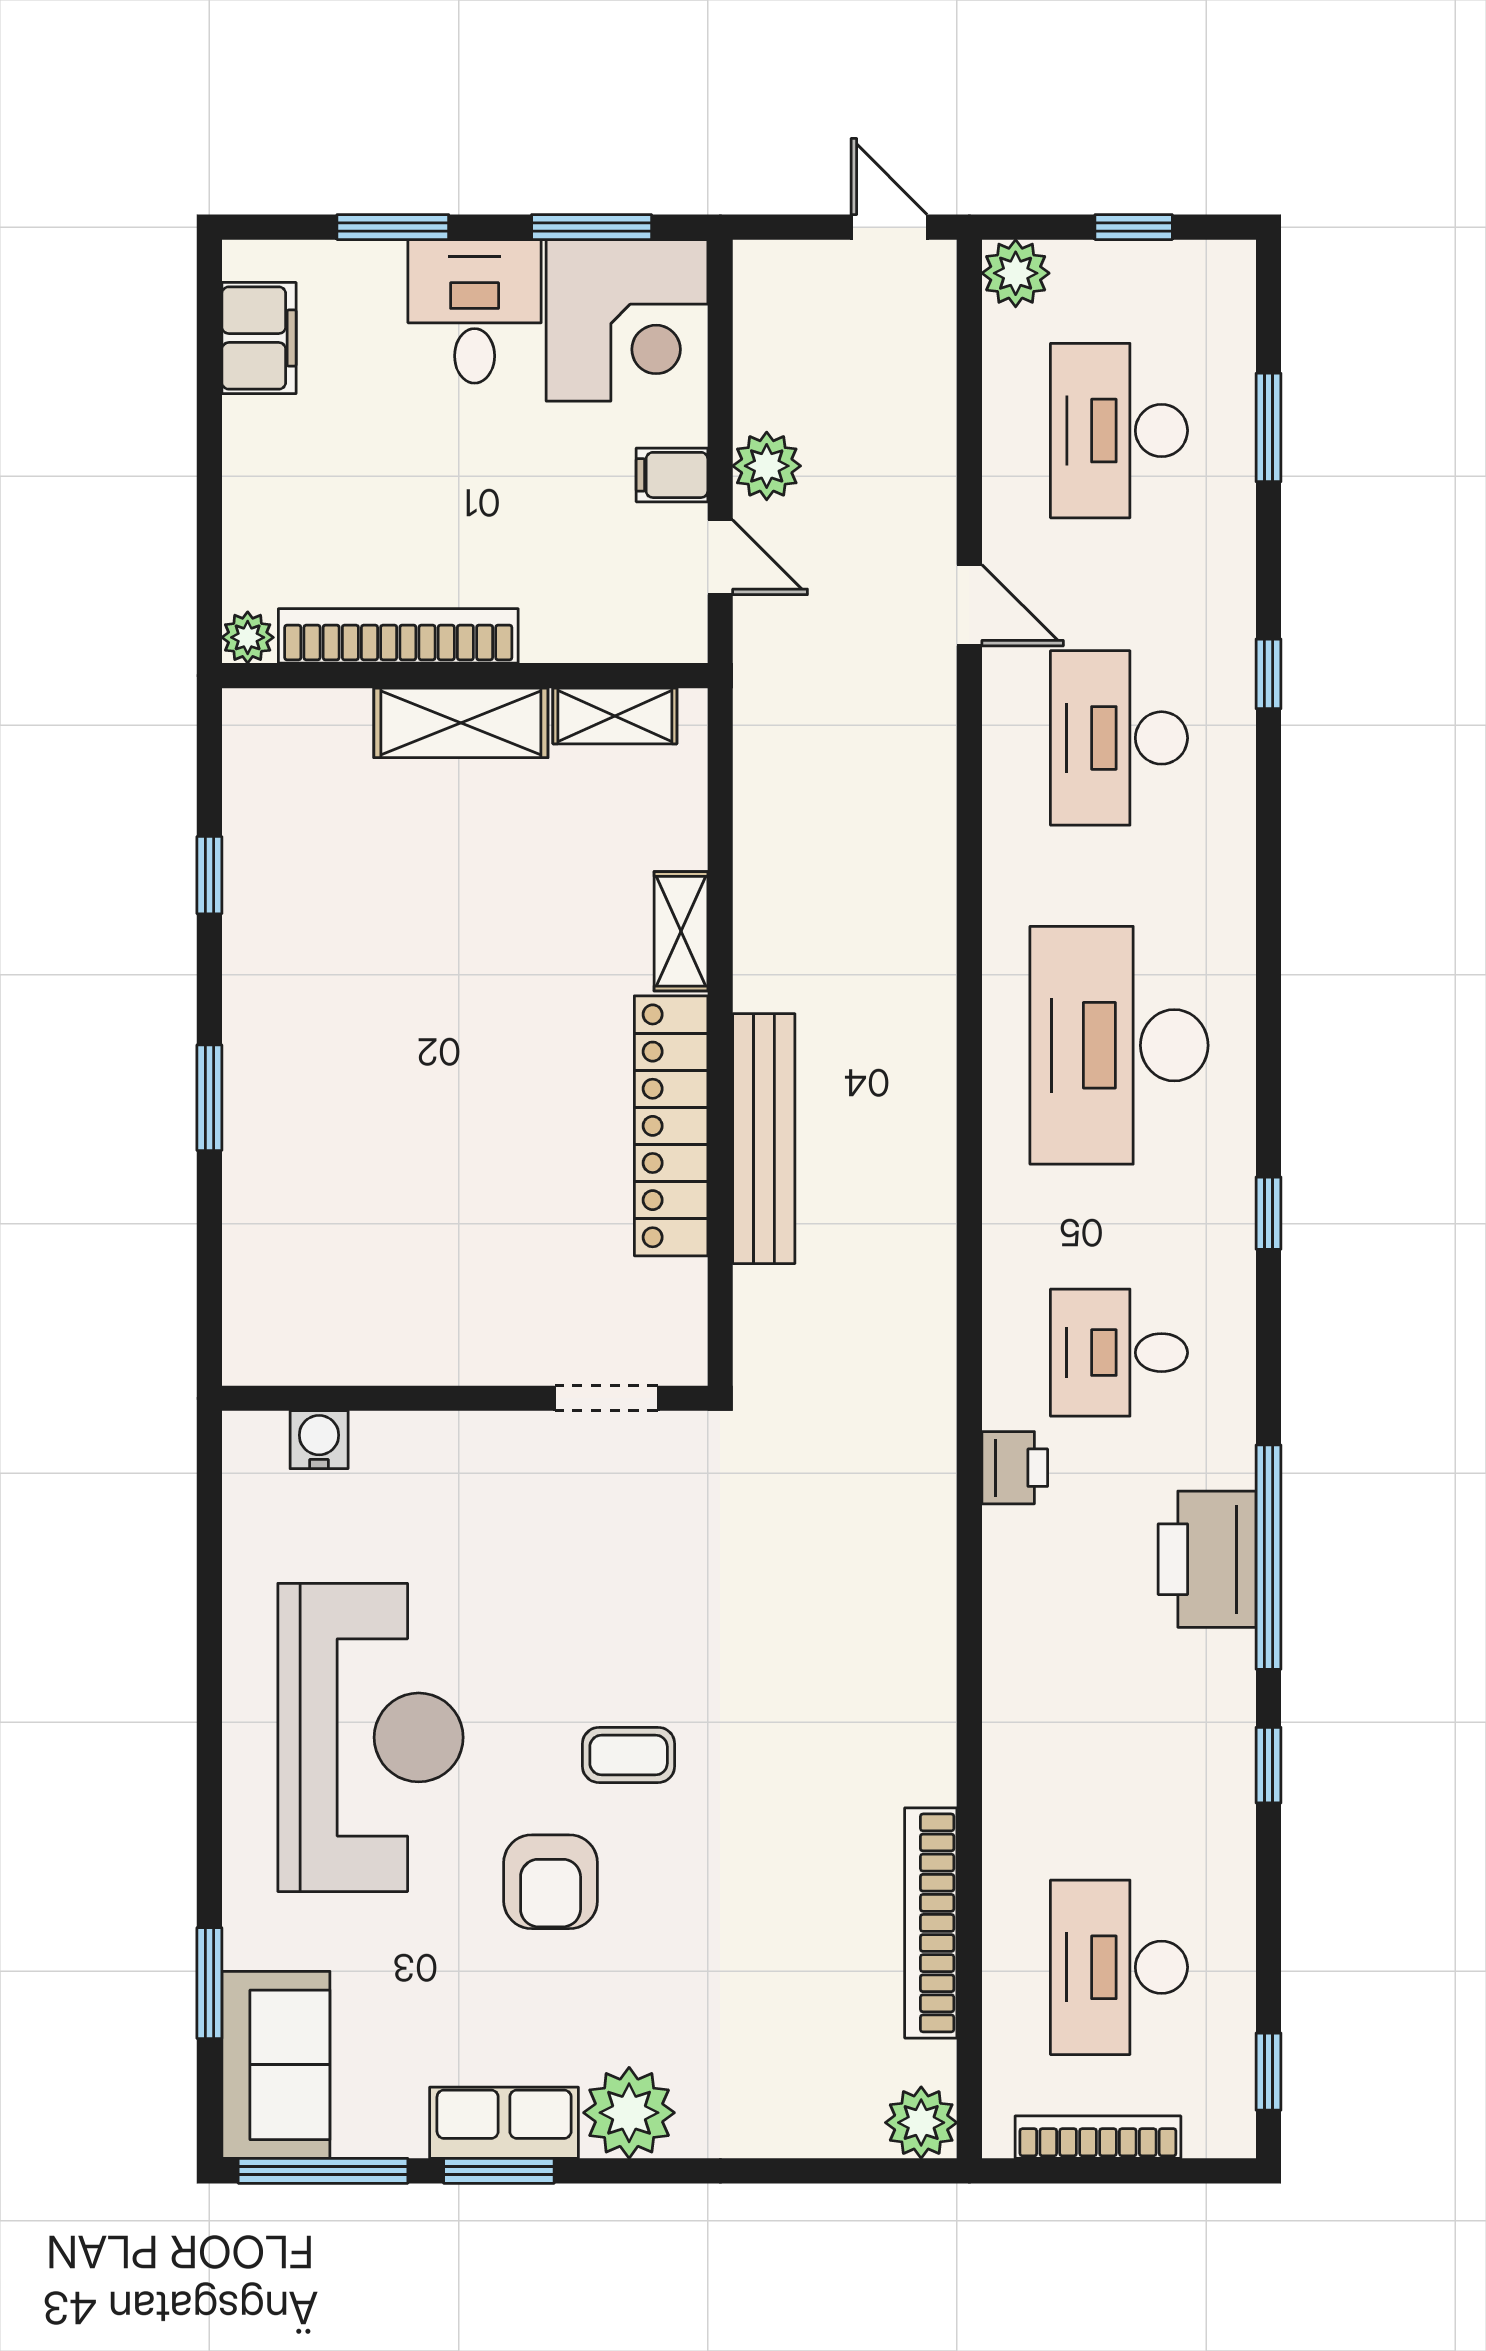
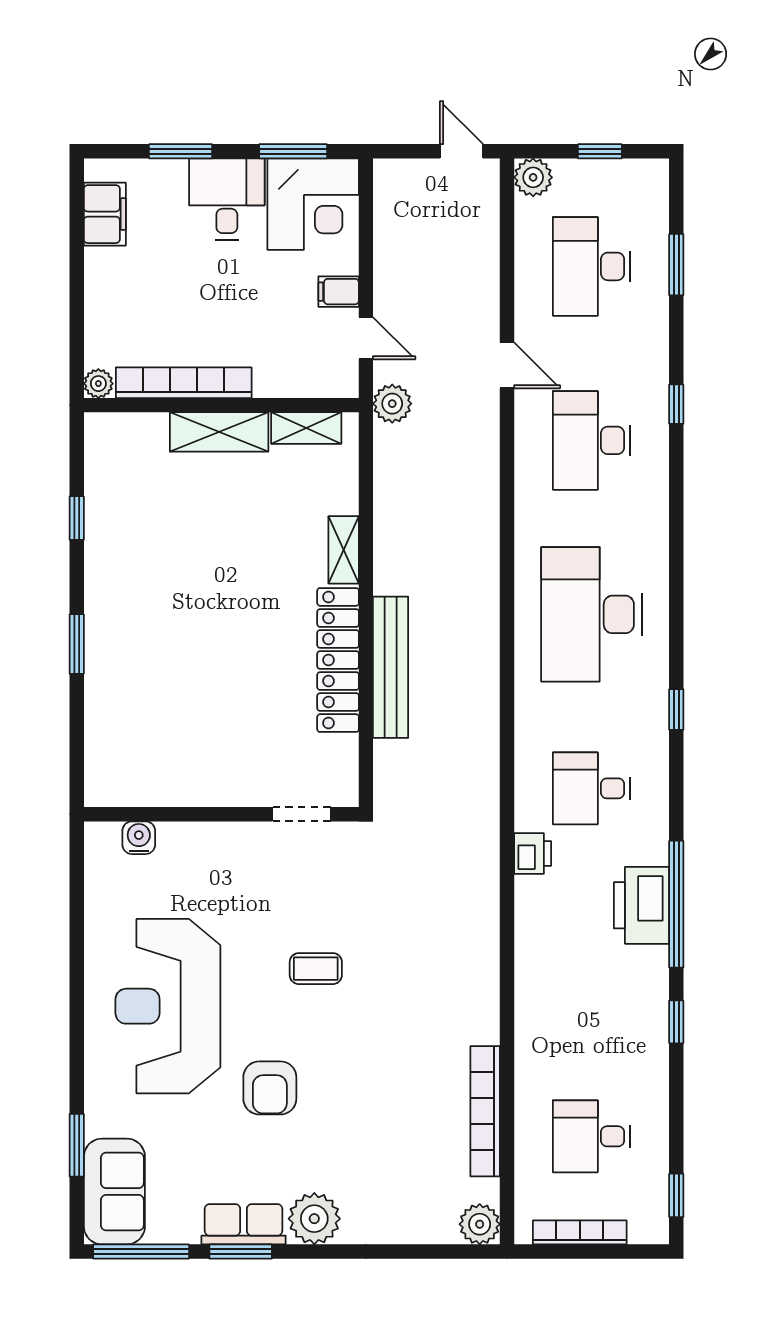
plant: (767, 466) -> (392, 404), moved
reception desk: (370, 1737) -> (168, 1006), turned 180
coffee table: (629, 1755) -> (316, 969), moved
desk: (1119, 1967) -> (592, 1136), width x0.73

